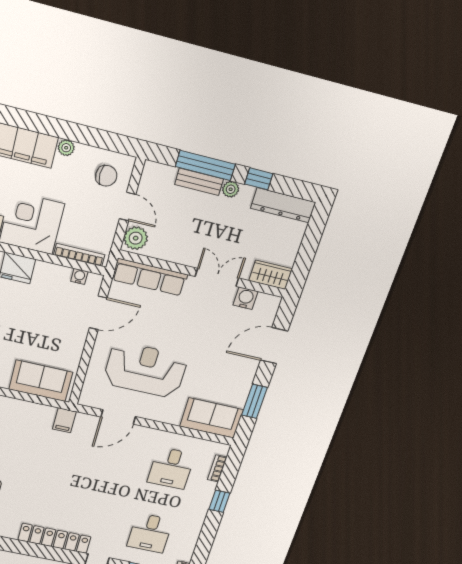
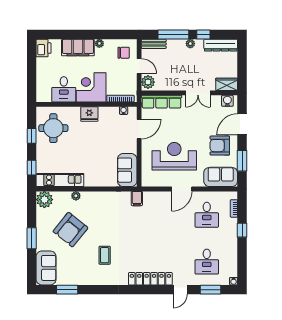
bench: (199, 182) -> (154, 44), moved
double door: (217, 277) -> (198, 93), swing flipped
water cooler: (246, 298) -> (227, 101), moved
armchair: (226, 370) -> (220, 146), added
sofa: (41, 381) -> (127, 170), moved, turned -90
door: (118, 417) -> (182, 189), moved

